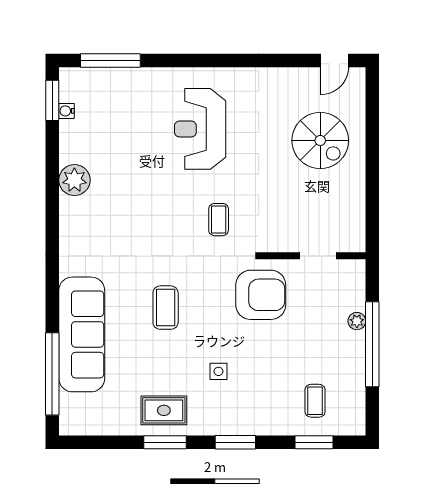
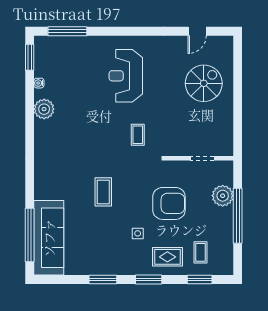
door: (335, 60) -> (197, 31), moved
water cooler: (66, 111) -> (39, 83), moved
spiral stairs: (320, 140) -> (204, 83), turned -90
armchair: (261, 295) -> (169, 203), moved
plant: (357, 321) -> (223, 196), width x1.88, depth x1.88
sofa: (82, 334) -> (49, 238), moved
rug: (164, 410) -> (167, 257), moved

